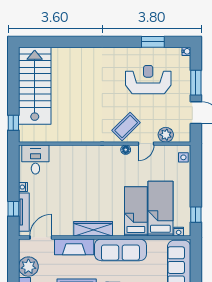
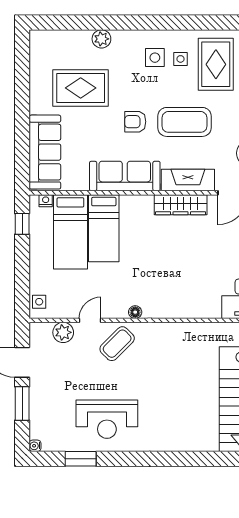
reception desk: (148, 80) -> (107, 419), moved
floor lamp: (126, 150) -> (135, 312), moved
wardrobe: (93, 229) -> (181, 205), moved

